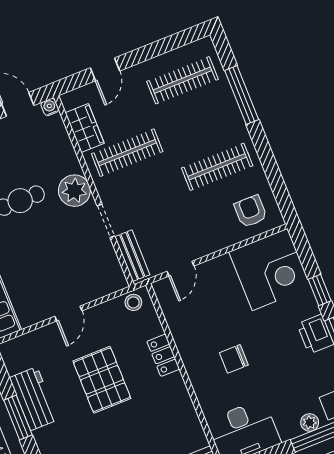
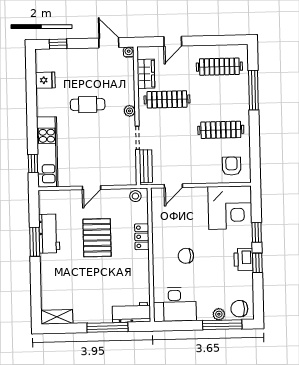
plant: (74, 191) -> (130, 111), width x0.53, depth x0.53

